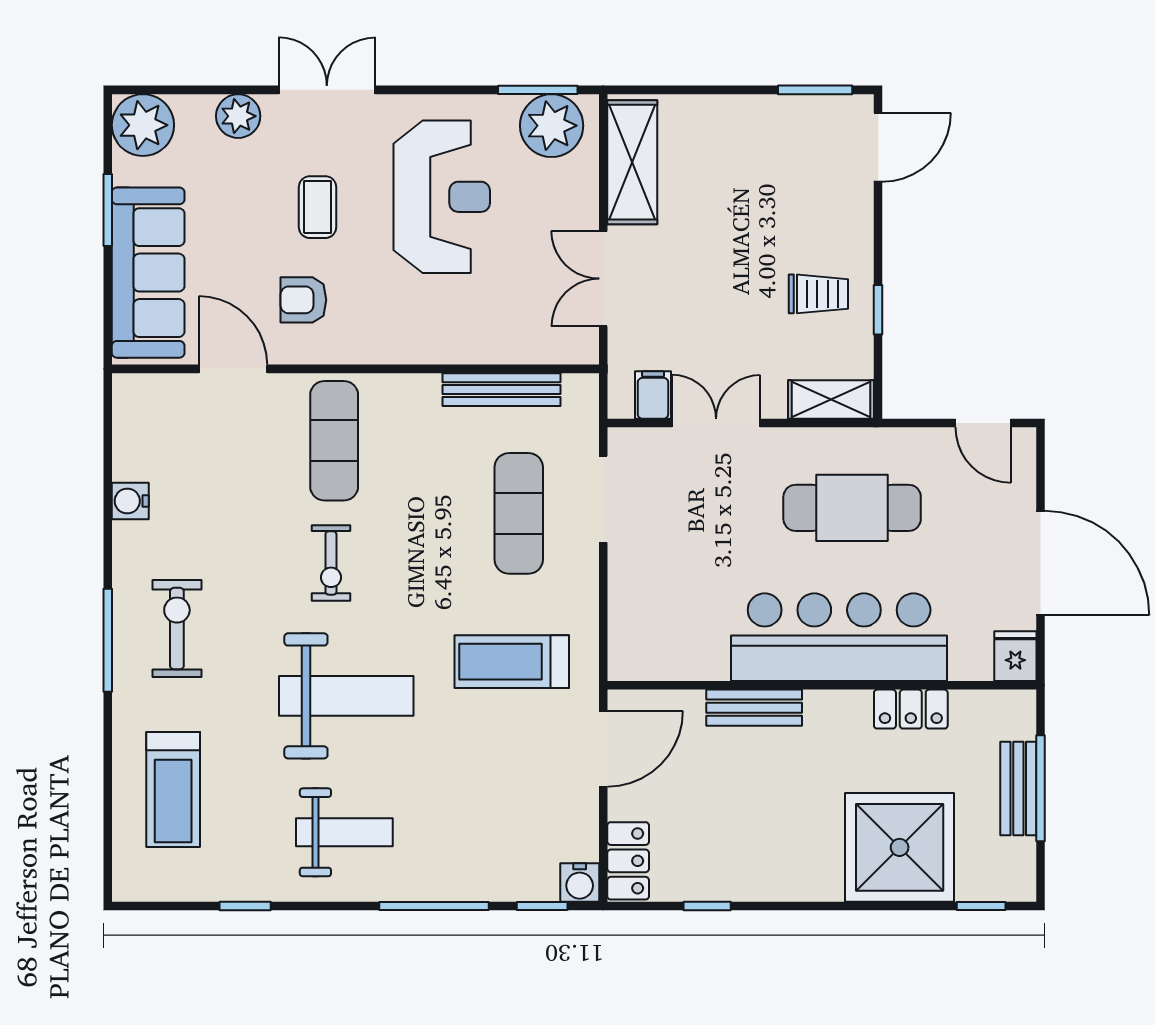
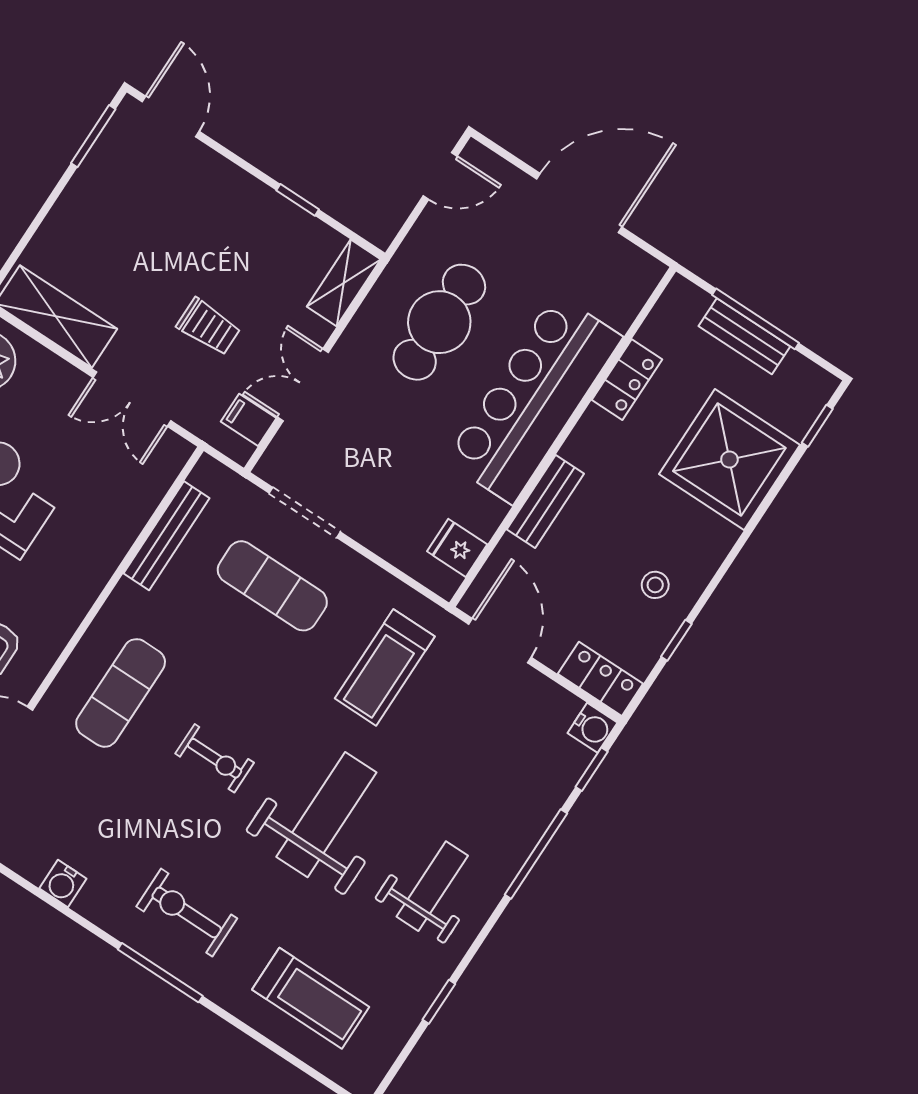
trolley: (818, 294) -> (209, 327), moved, turned 90
exercise mat: (334, 441) -> (121, 693), turned 90
fridge: (1015, 656) -> (457, 548), moved
stool: (744, 855) -> (655, 585), added

